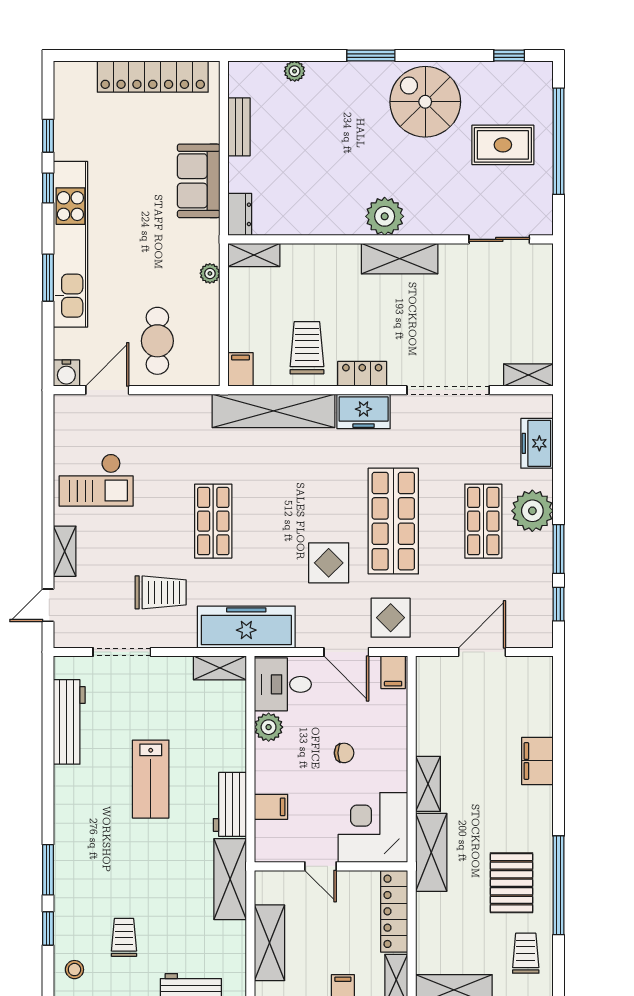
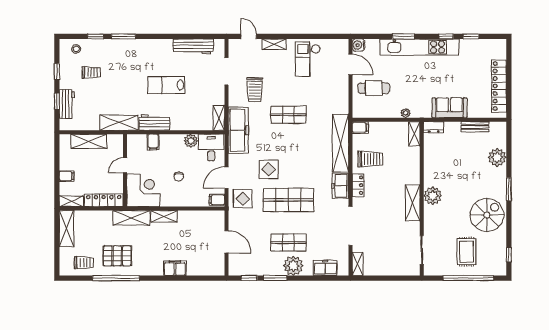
plant: (295, 71) -> (497, 157), width x1.87, depth x1.87

